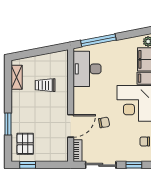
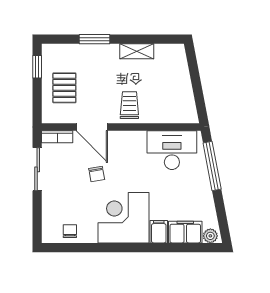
shelving: (17, 77) -> (137, 51), moved
trolley: (45, 85) -> (129, 105), moved
pallet: (25, 144) -> (64, 88), moved, turned 90
window: (134, 165) -> (37, 216), removed

